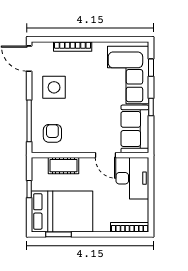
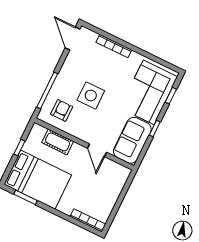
side table: (54, 87) -> (91, 95), moved
desk: (132, 178) -> (110, 181), removed

